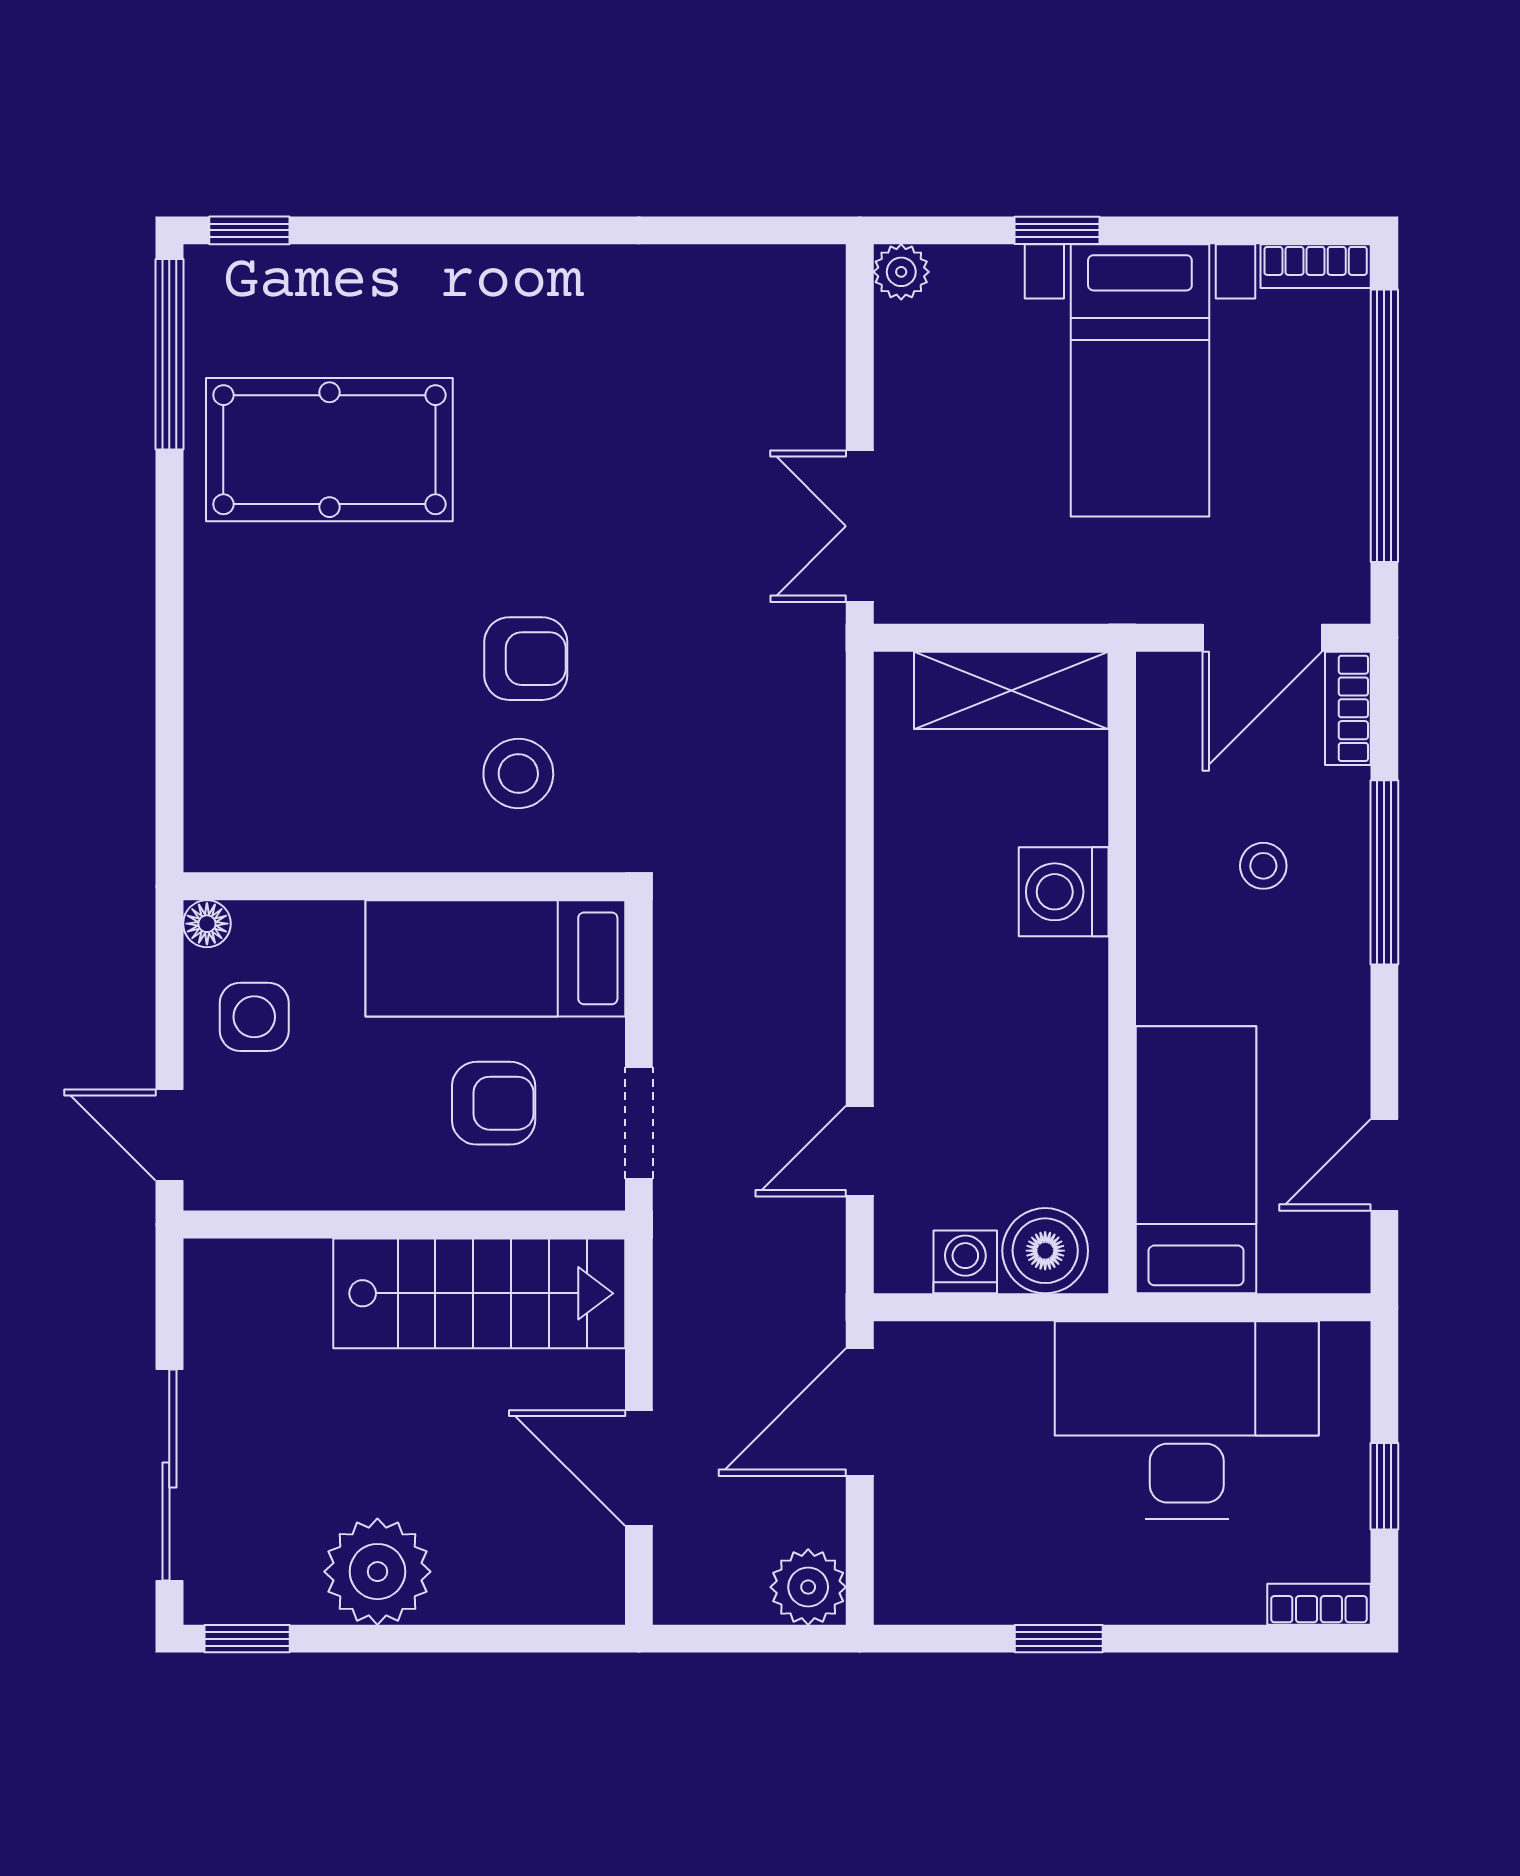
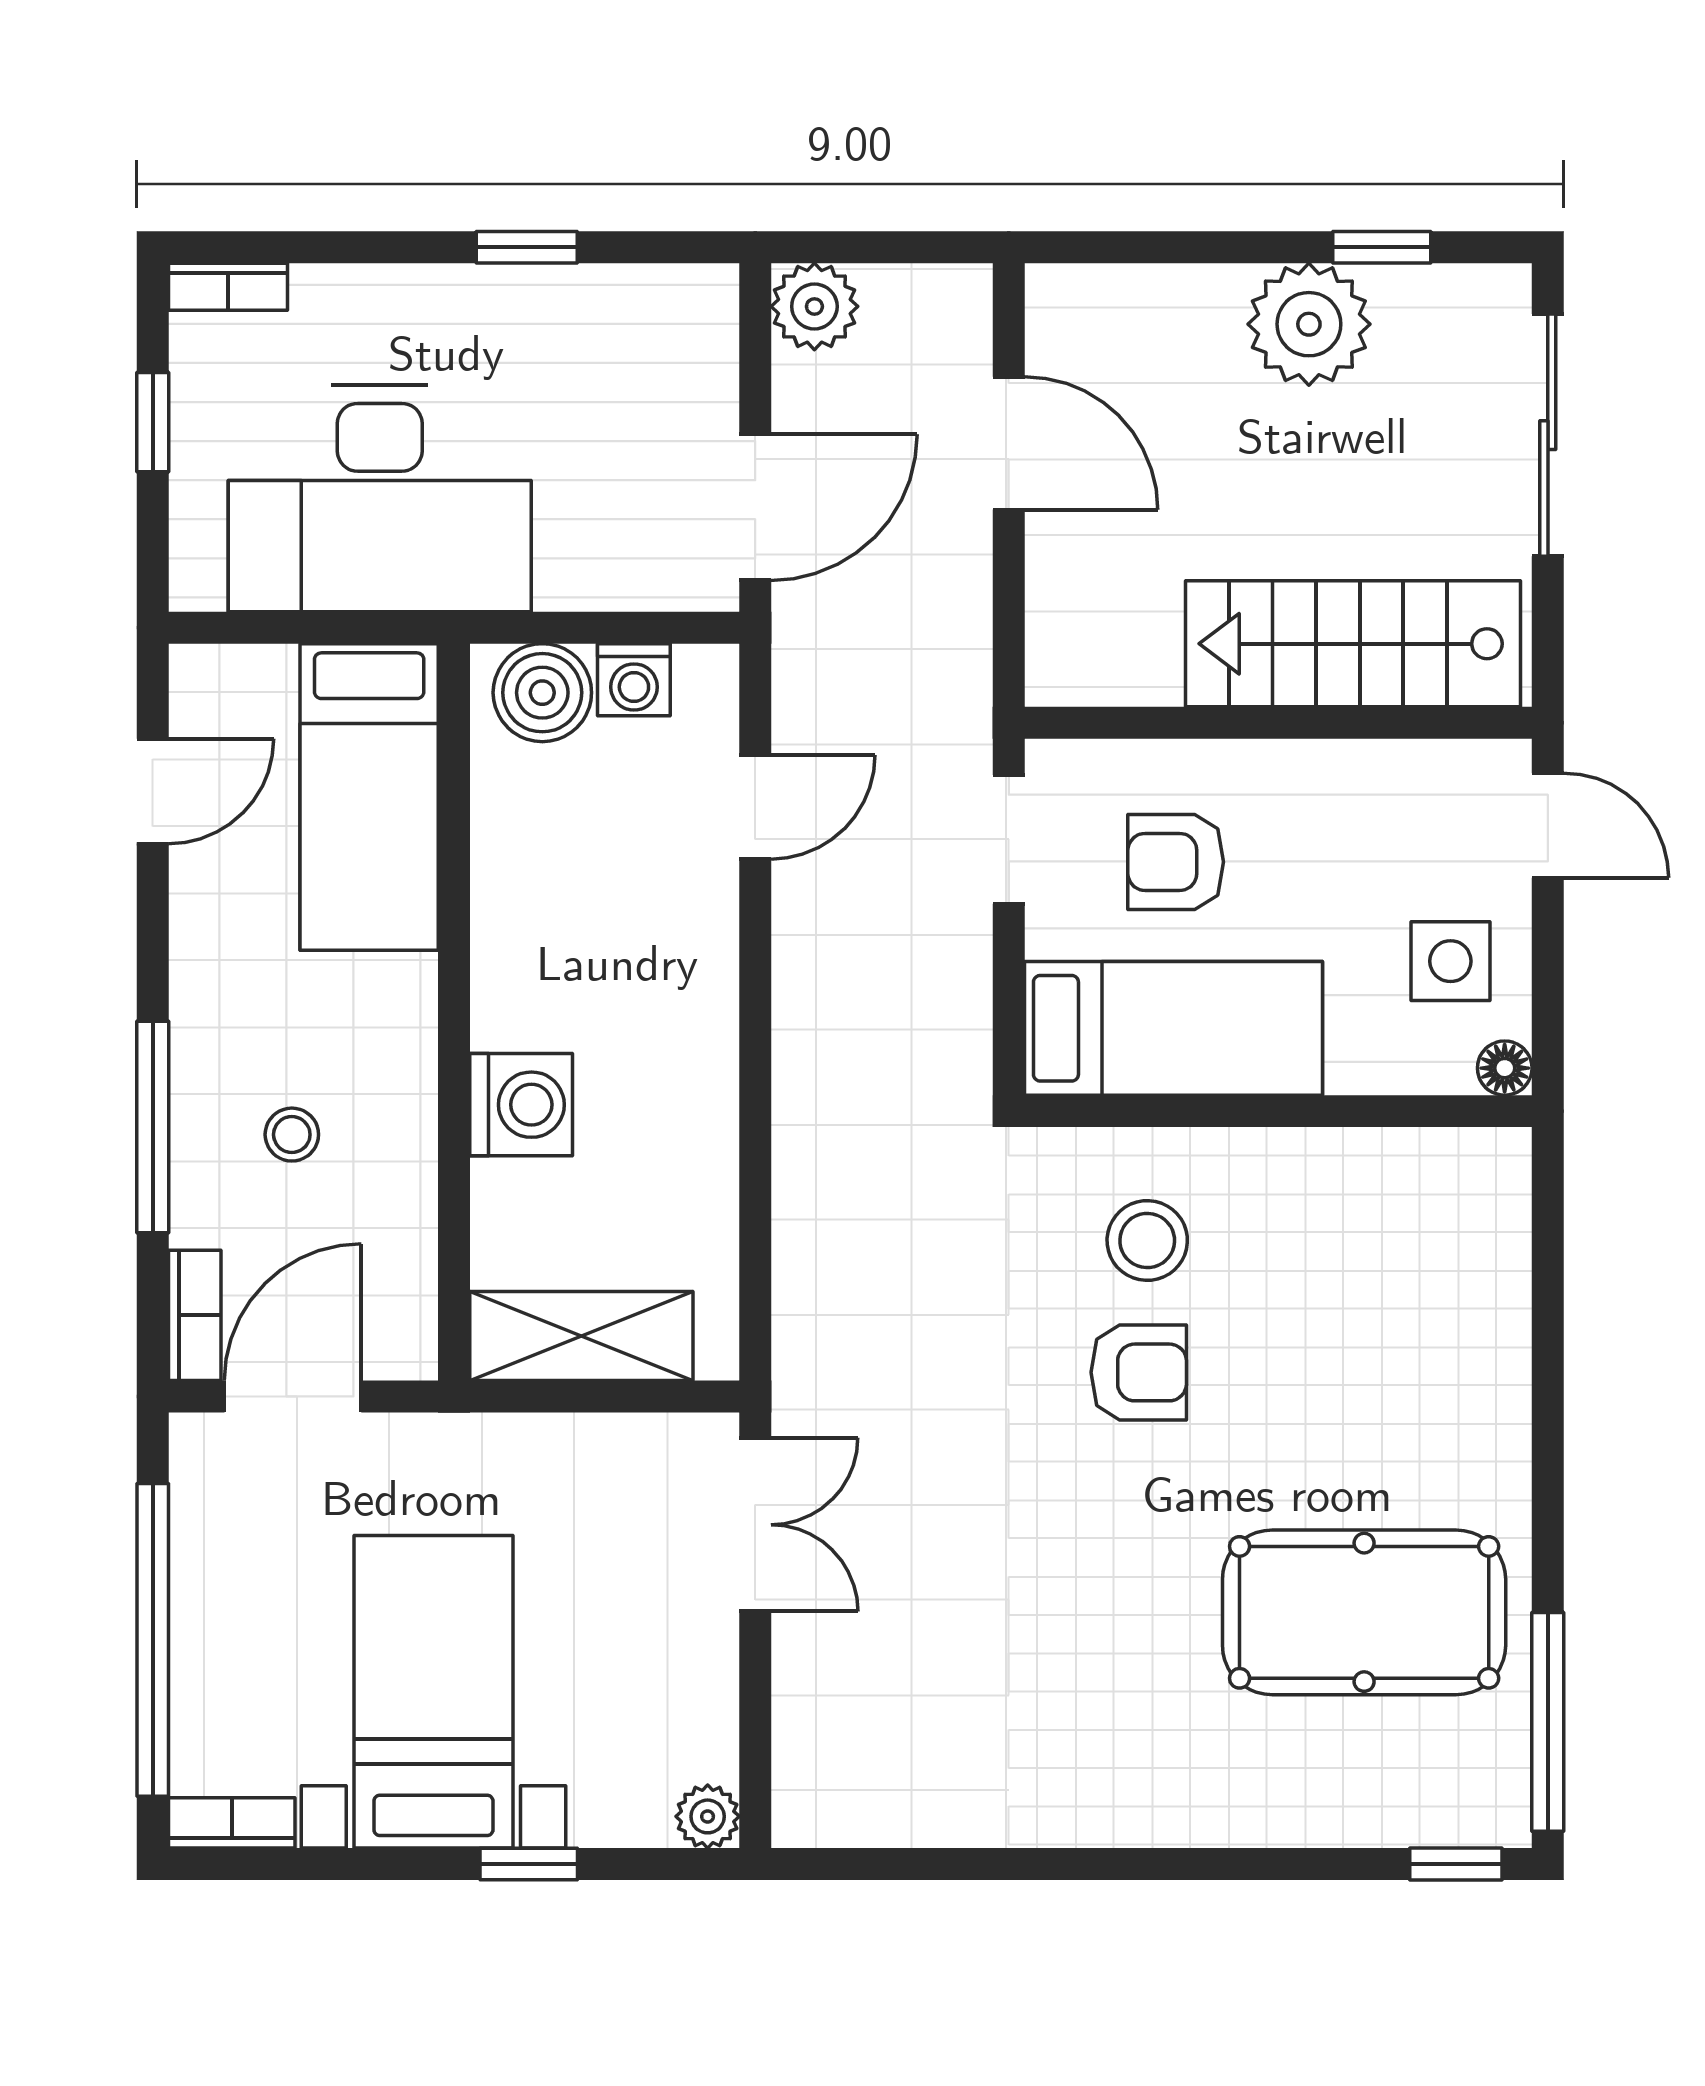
armchair: (526, 659) -> (1139, 1372), turned 180
stairs: (479, 1293) -> (1353, 644), moved
window: (247, 1639) -> (1382, 247), moved

